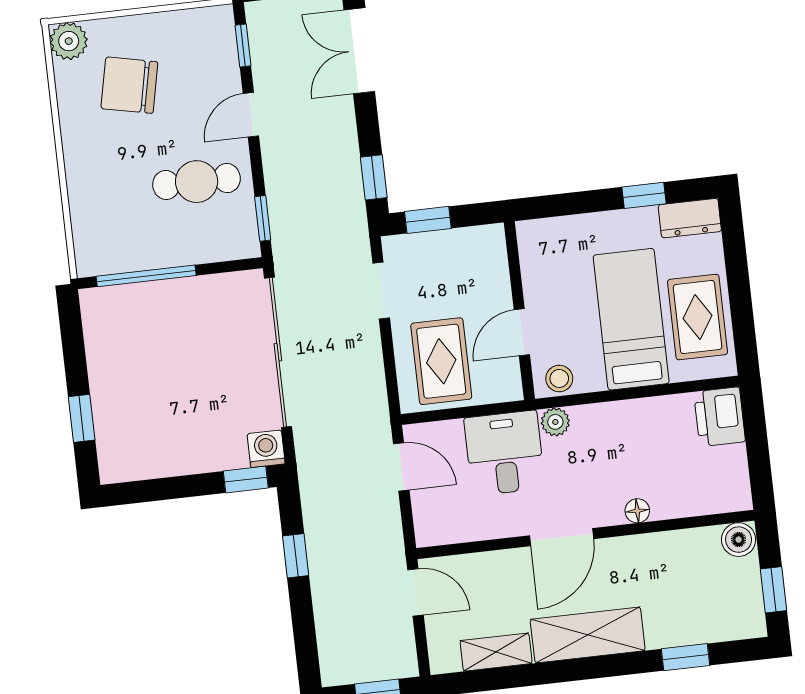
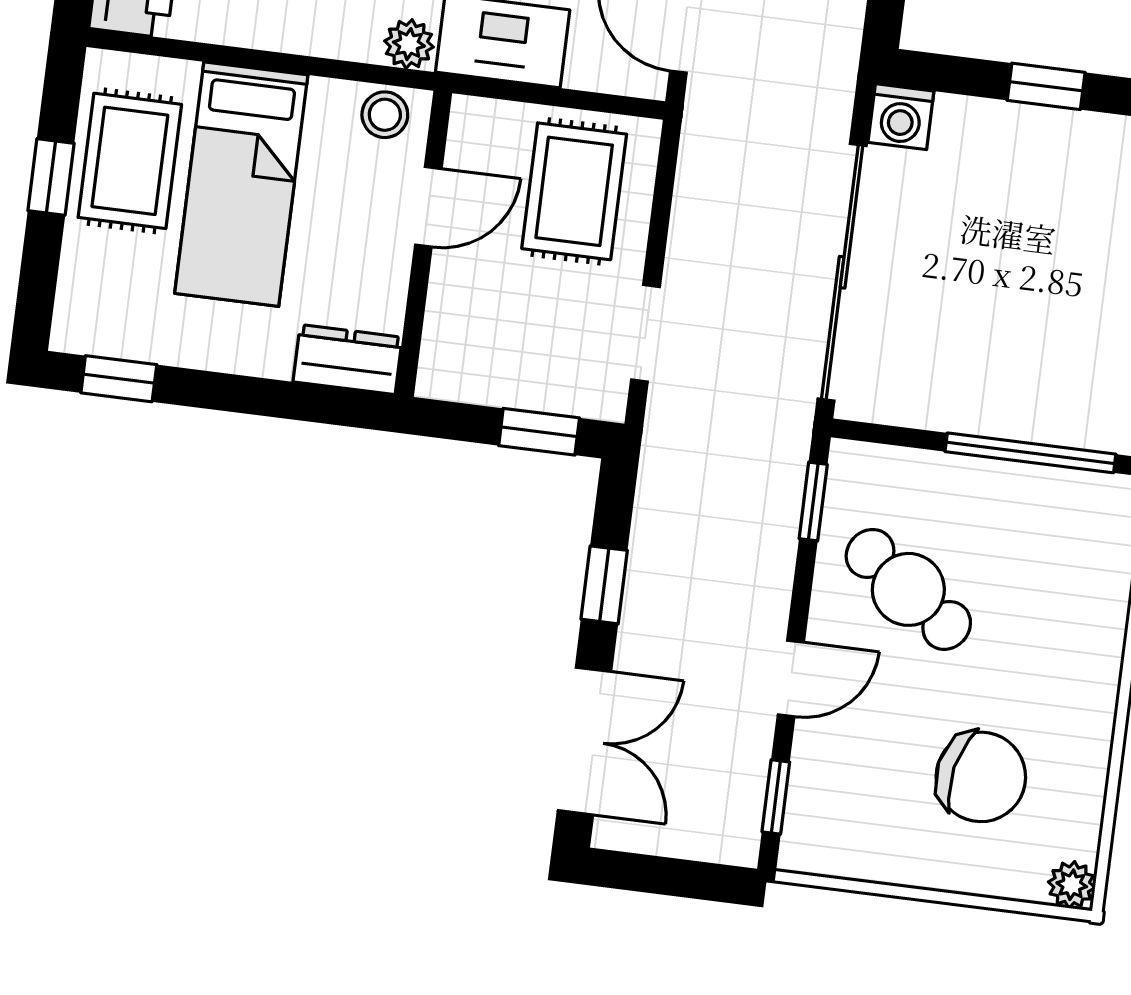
plant: (69, 41) -> (1072, 885), width x0.73, depth x0.73
window: (374, 177) -> (604, 585), moved
cafe table: (197, 182) -> (908, 589), turned 36
window: (644, 195) -> (119, 379), moved
dresser: (690, 218) -> (348, 359), moved
window: (740, 297) -> (51, 177), added
window: (246, 479) -> (1046, 86), moved

